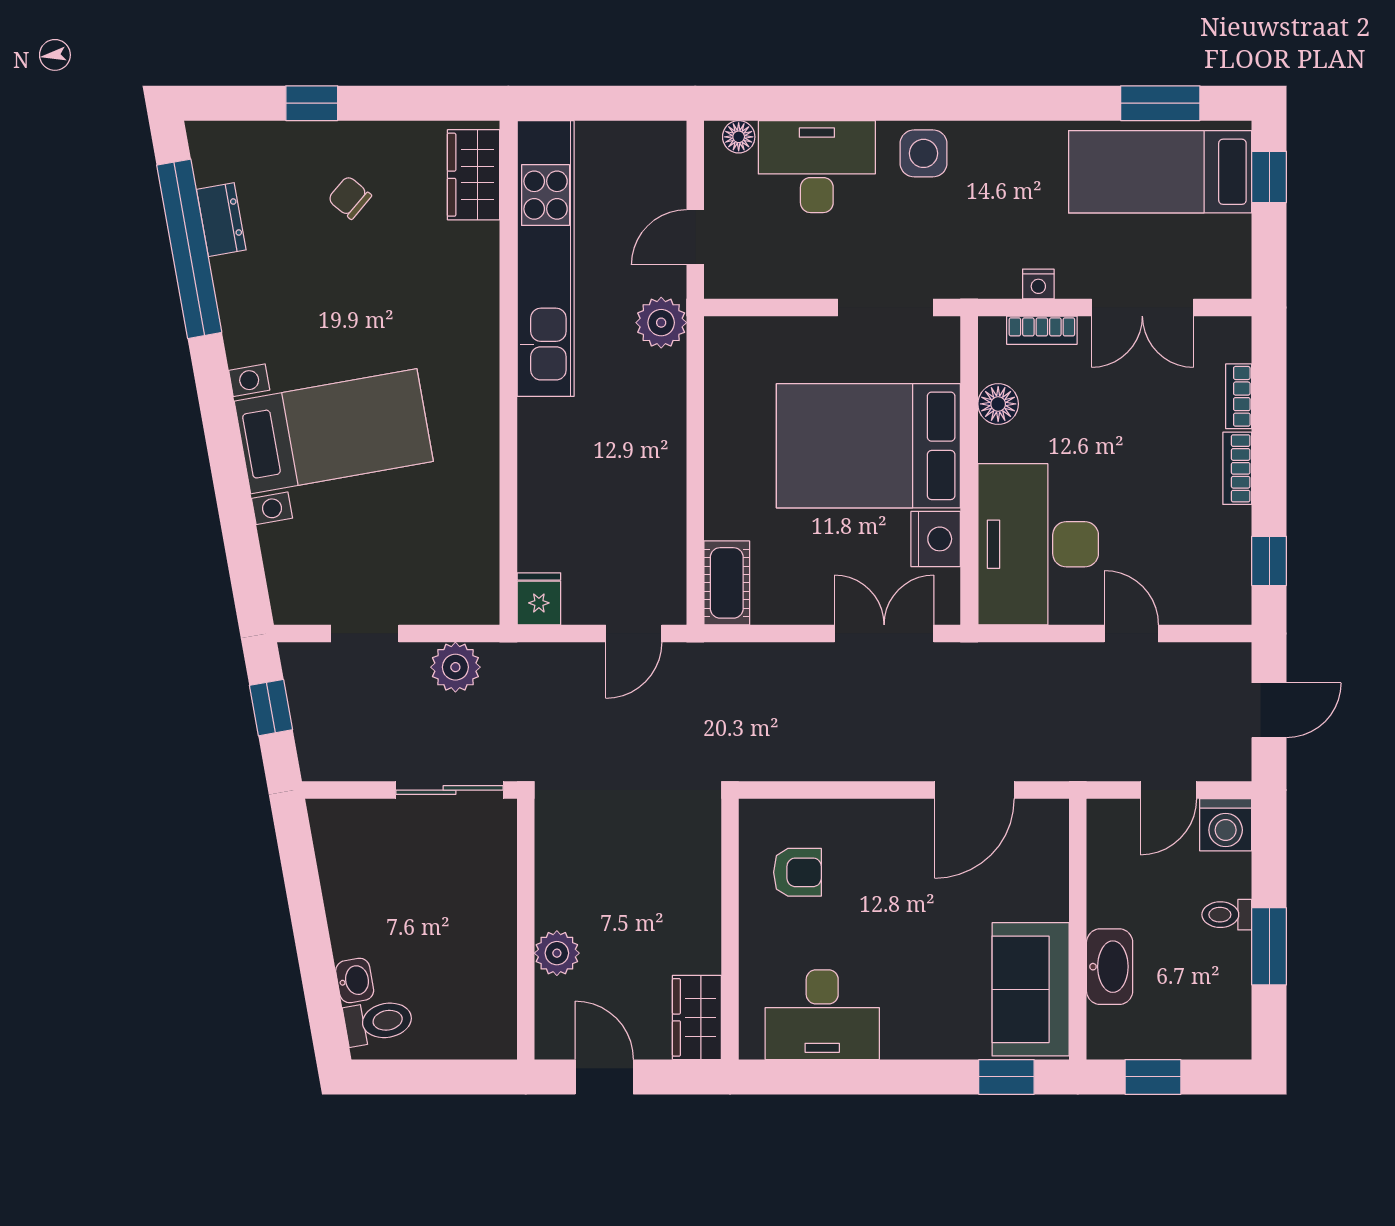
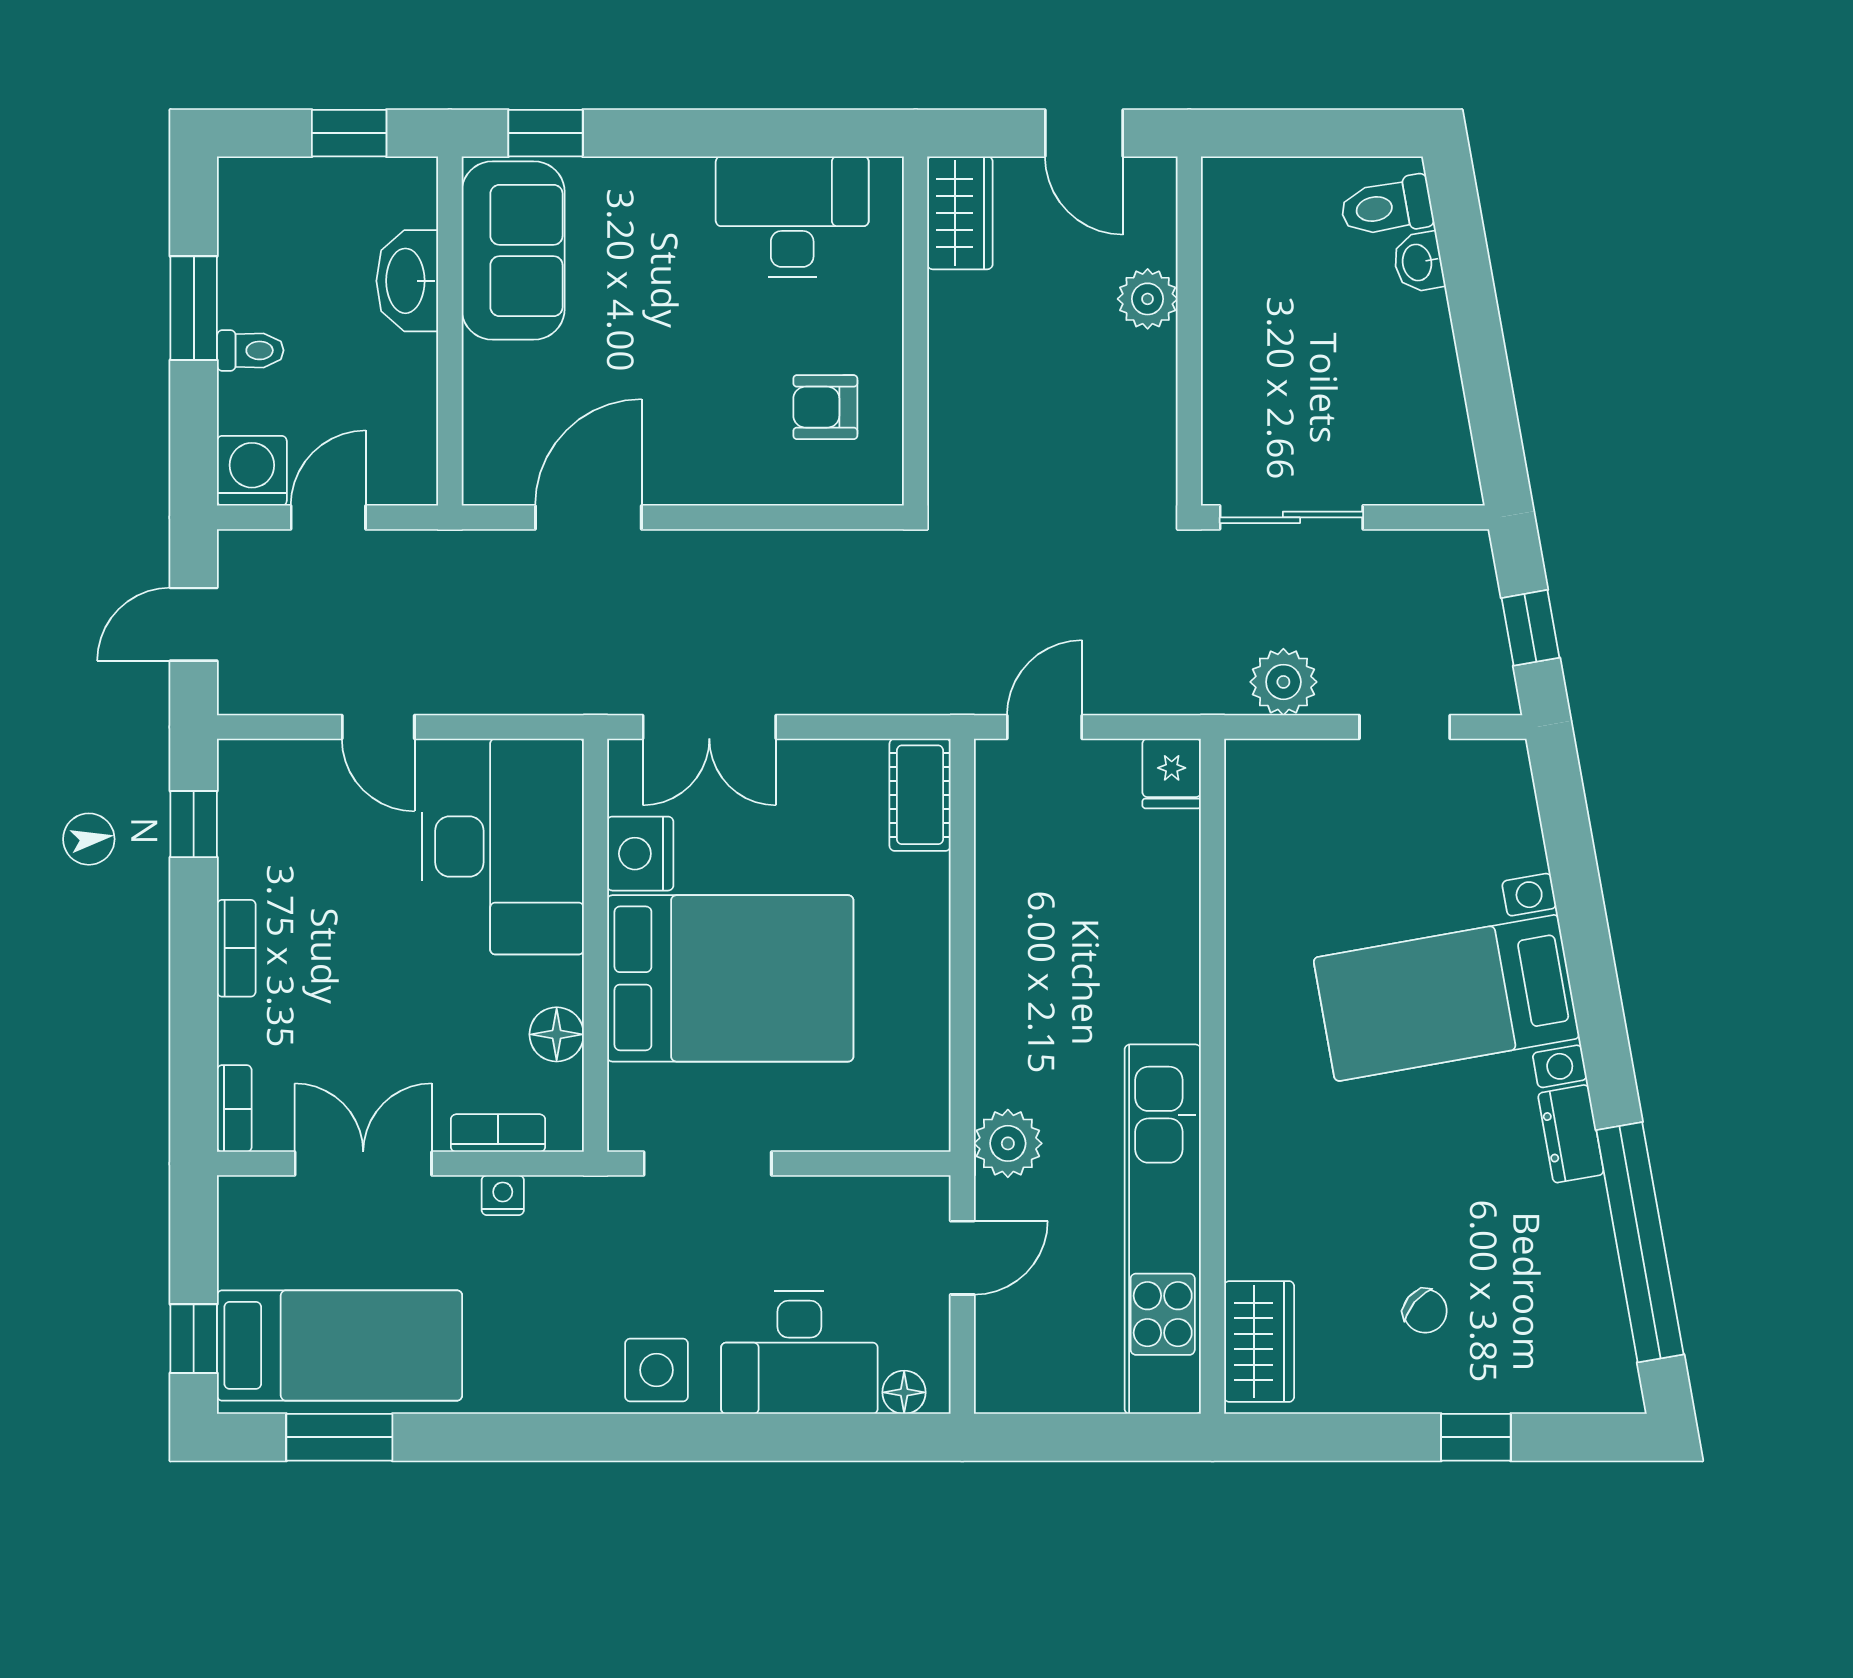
dresser: (221, 220) -> (1571, 1134), moved
bookcase: (1239, 396) -> (234, 1109), moved

